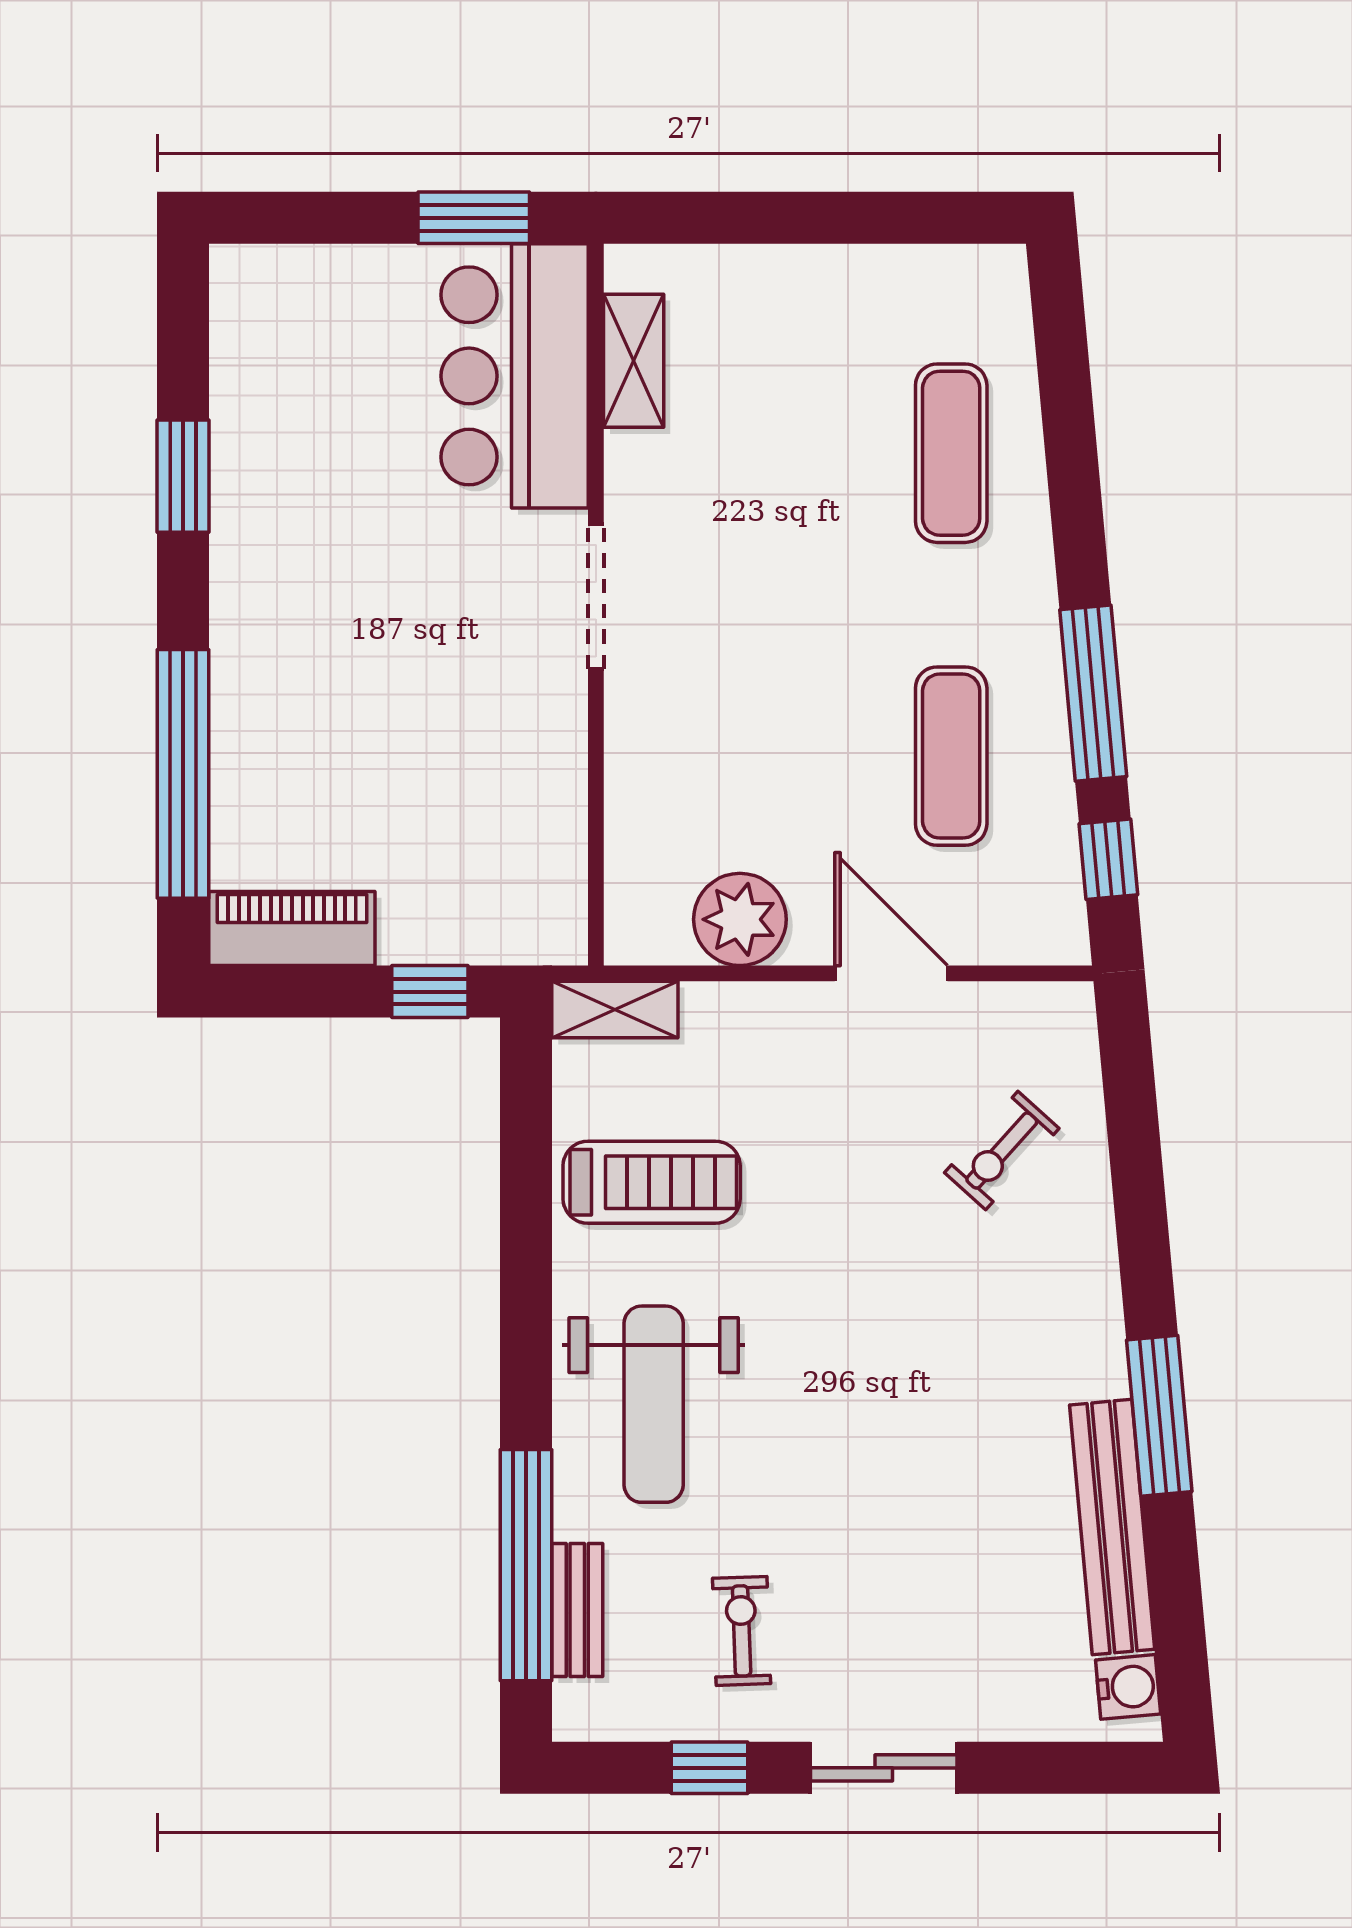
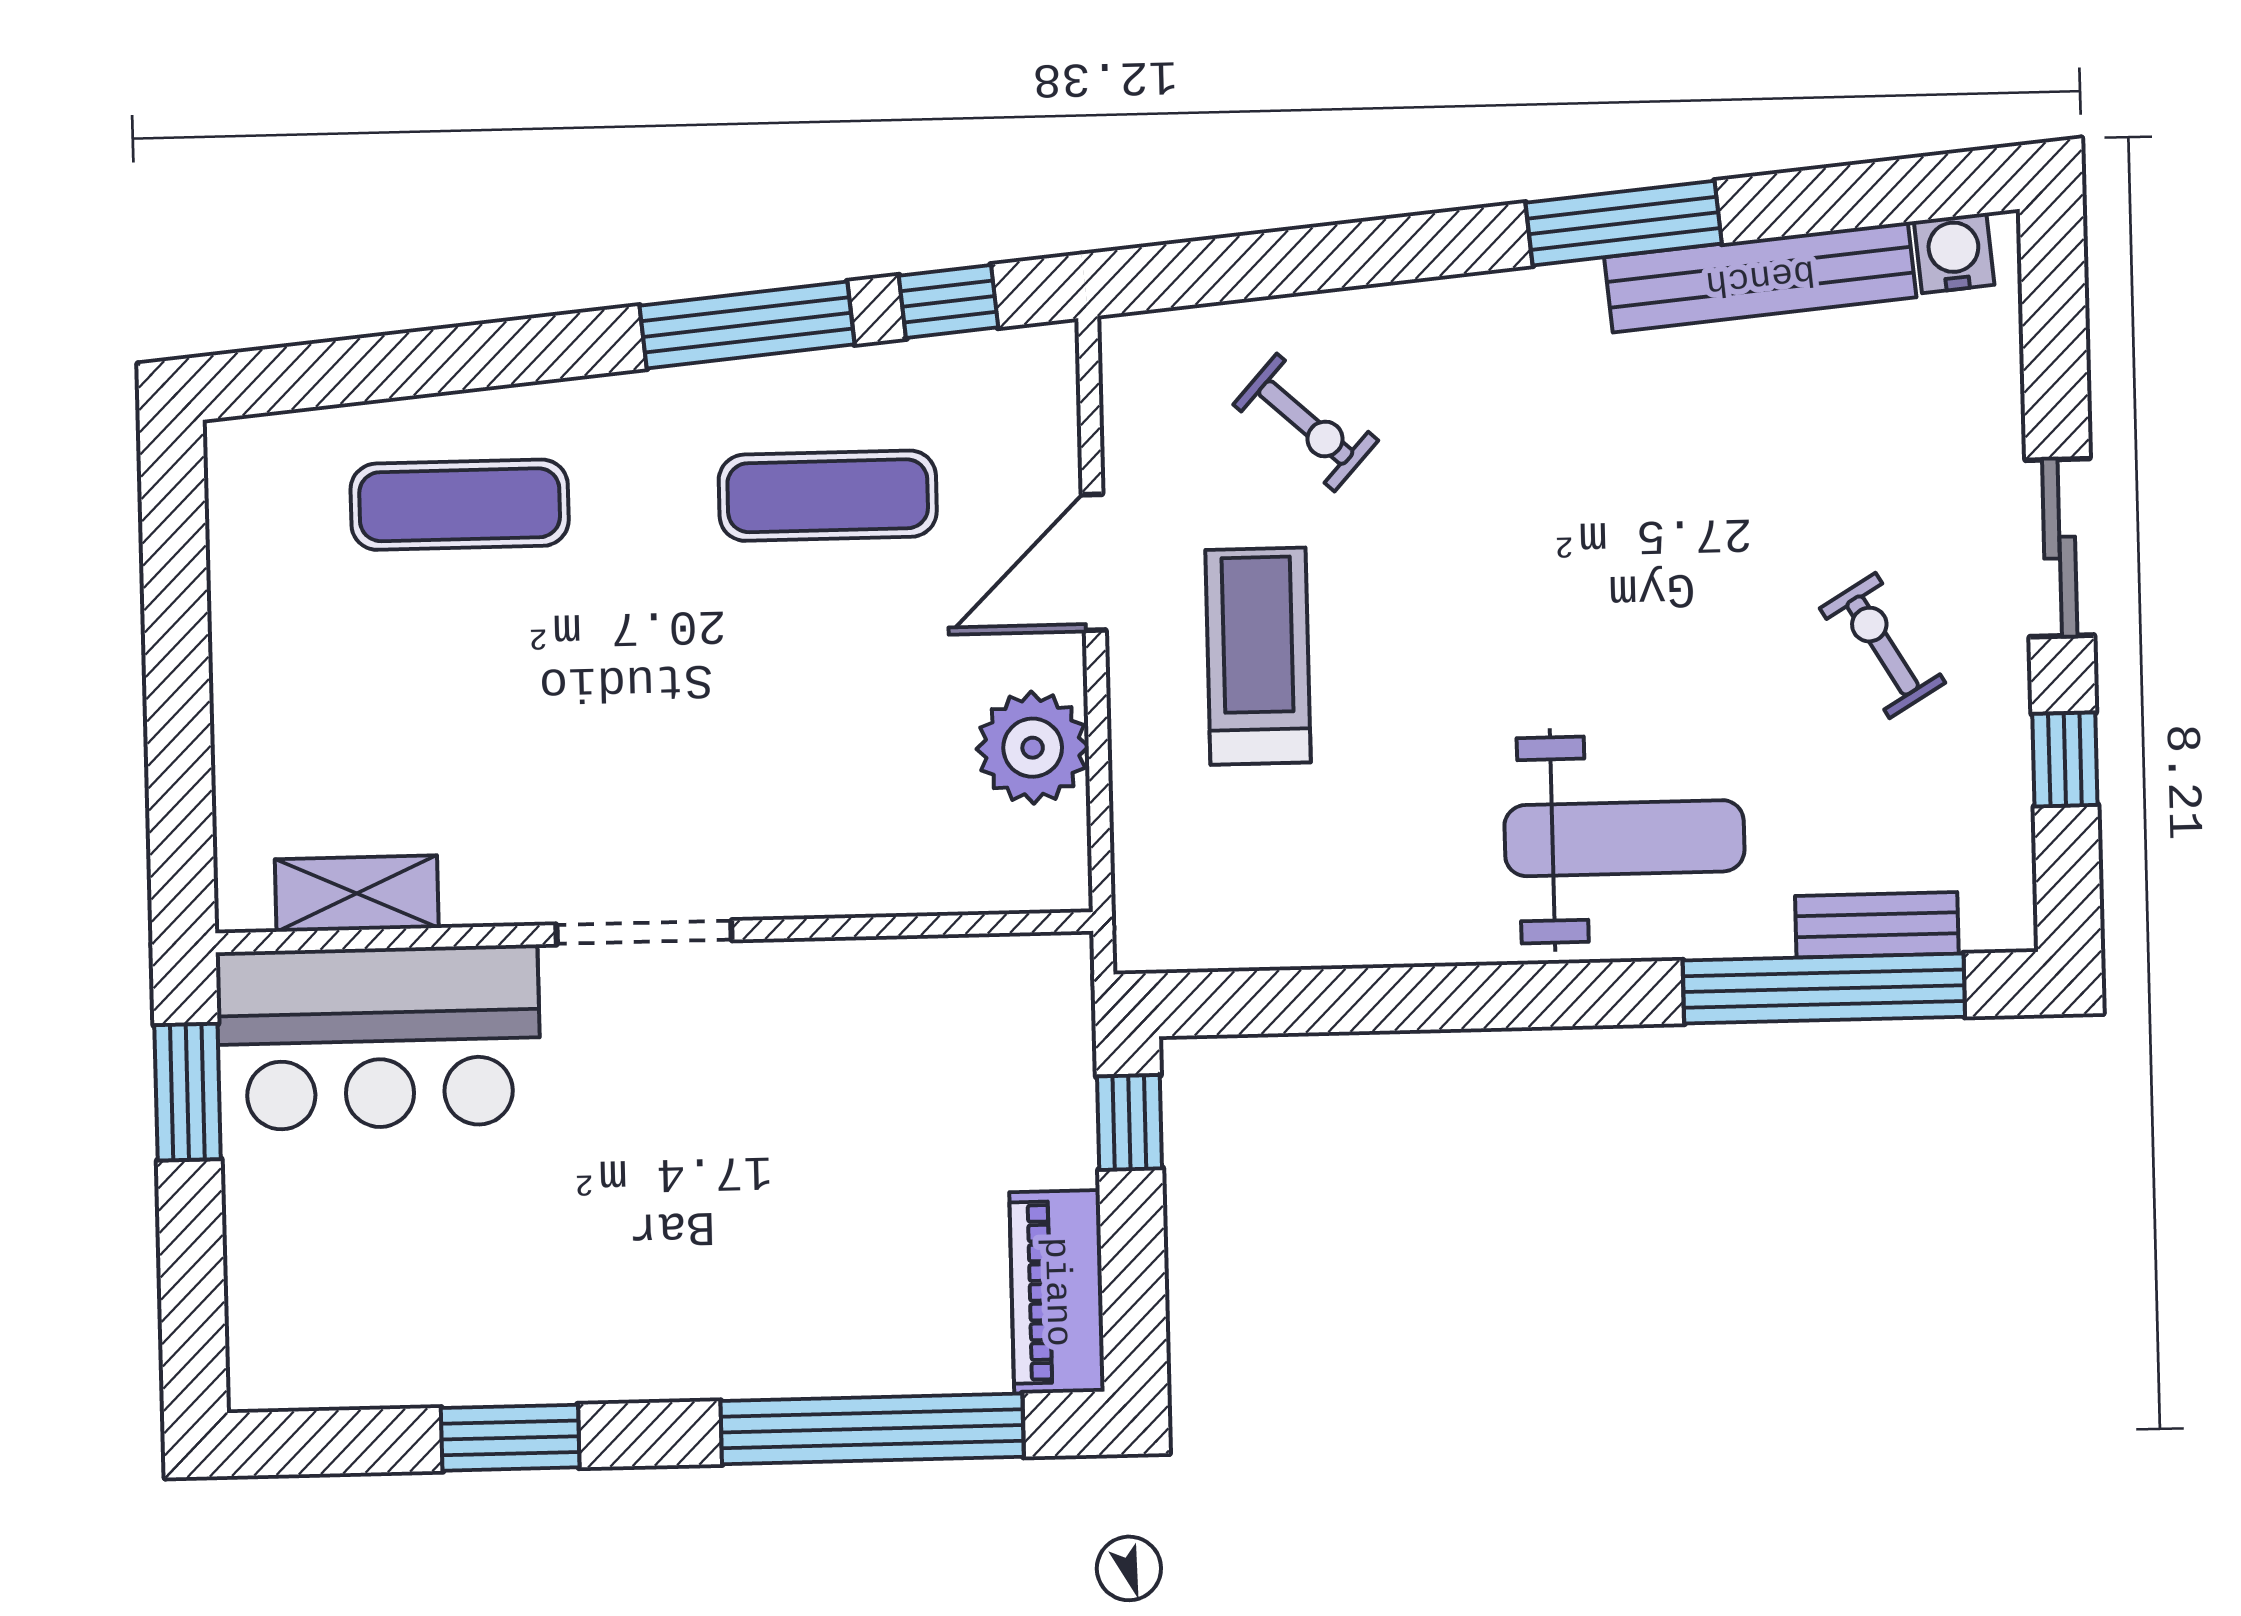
shelving: (615, 1010) -> (1146, 897), removed
treadmill: (652, 1182) -> (1258, 656), moved
exercise bike: (742, 1631) -> (1883, 645), moved, turned 61

